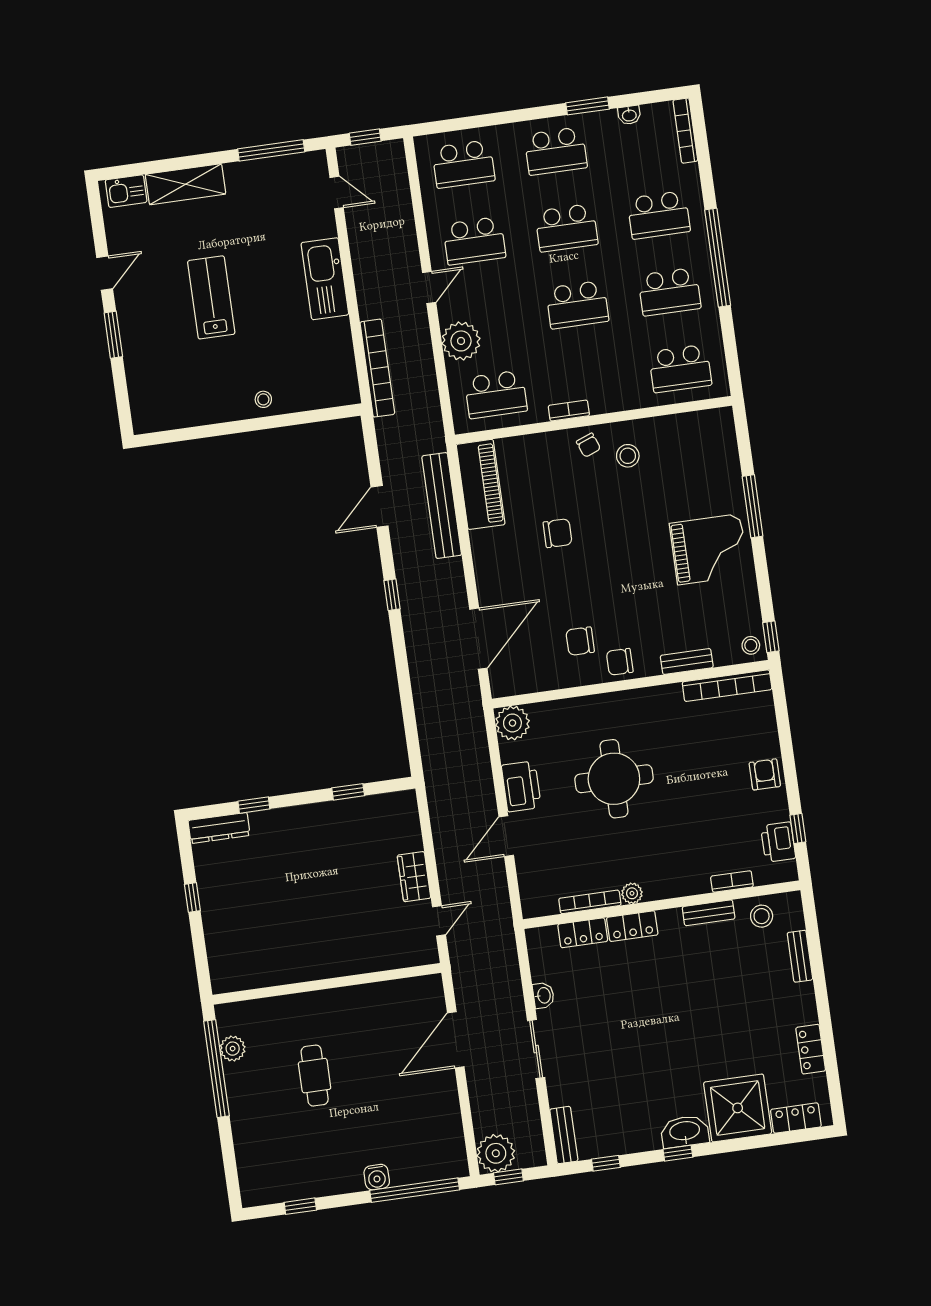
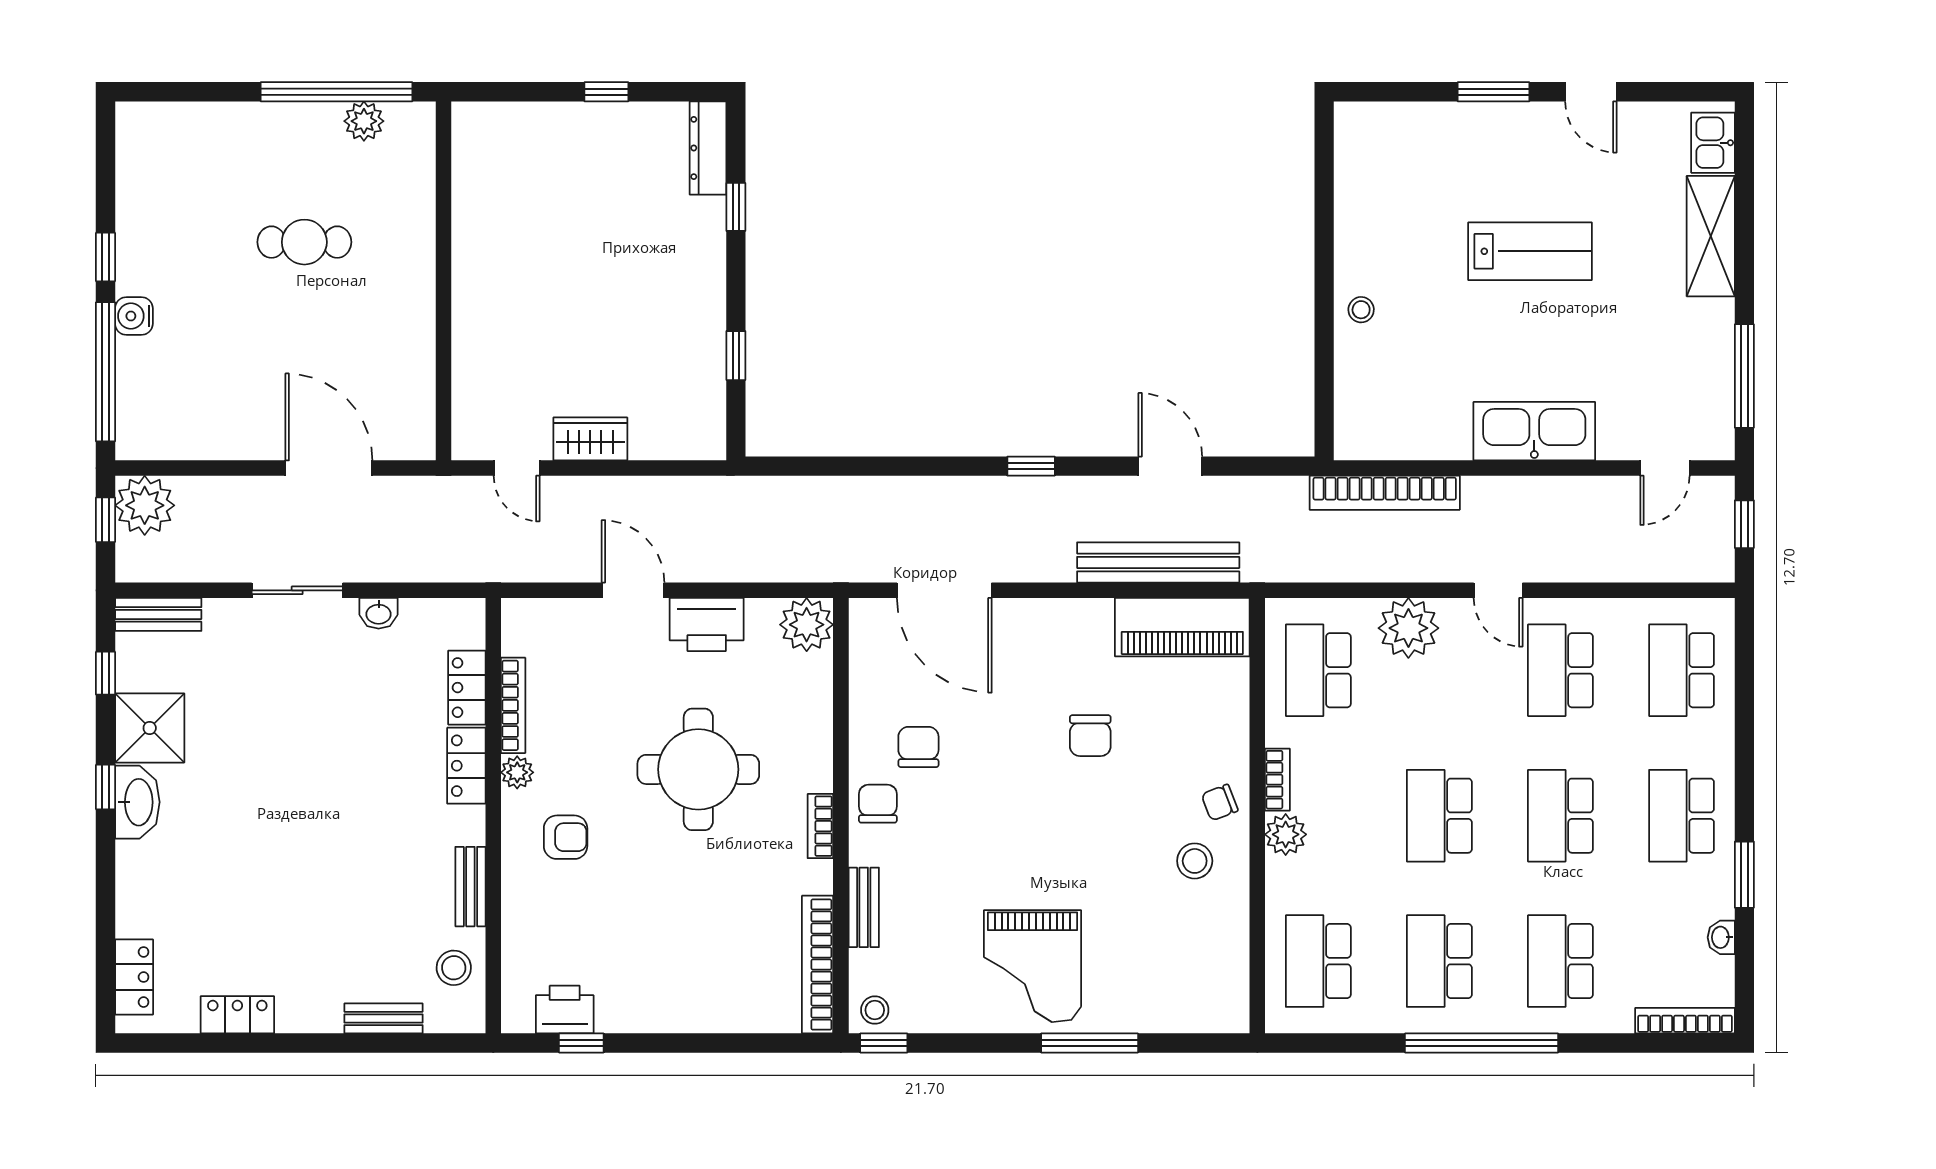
plant: (603, 400) -> (1286, 834), added
armchair: (765, 774) -> (566, 837), moved
bookcase: (732, 881) -> (820, 826), moved, turned 180
shower: (738, 1108) -> (150, 728), moved, width x0.73, depth x0.73
window: (300, 1206) -> (105, 257), moved

